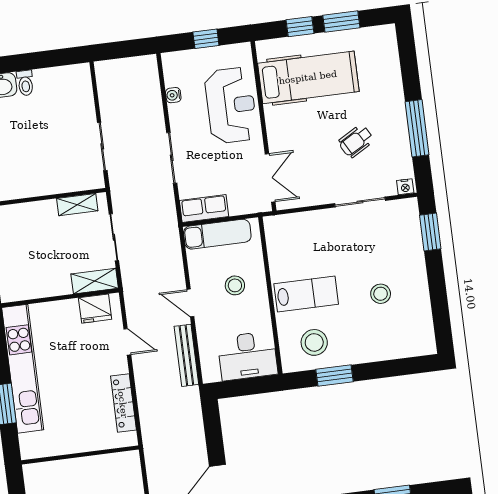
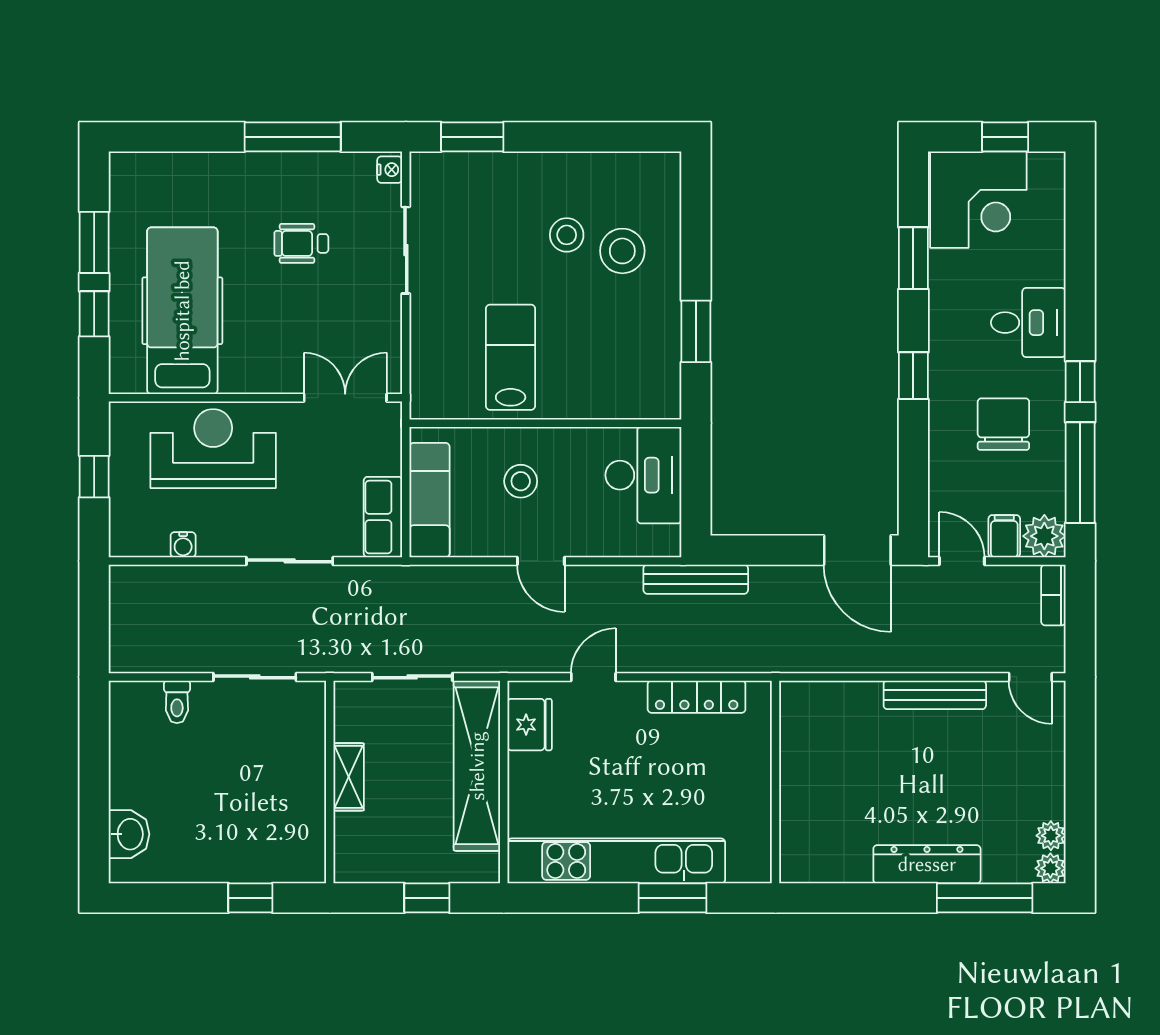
toilet: (25, 83) -> (177, 702), moved, turned 90
wheelchair: (356, 141) -> (301, 243), turned 120
shelving: (77, 205) -> (349, 777), moved
shelving: (95, 281) -> (477, 766), width x2.20, depth x1.33
lab bench: (306, 294) -> (511, 357), moved
door: (190, 303) -> (541, 561), hinge flipped
stool: (314, 342) -> (622, 251), moved
bench: (186, 355) -> (696, 579), moved

